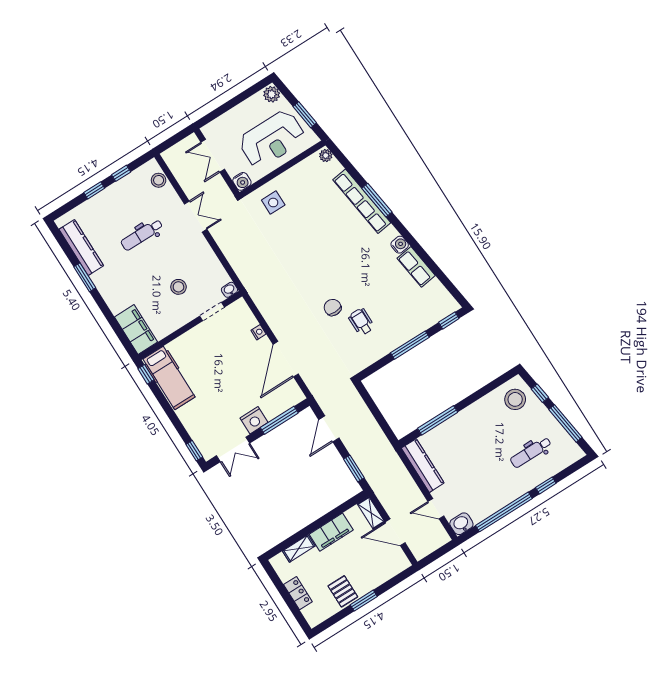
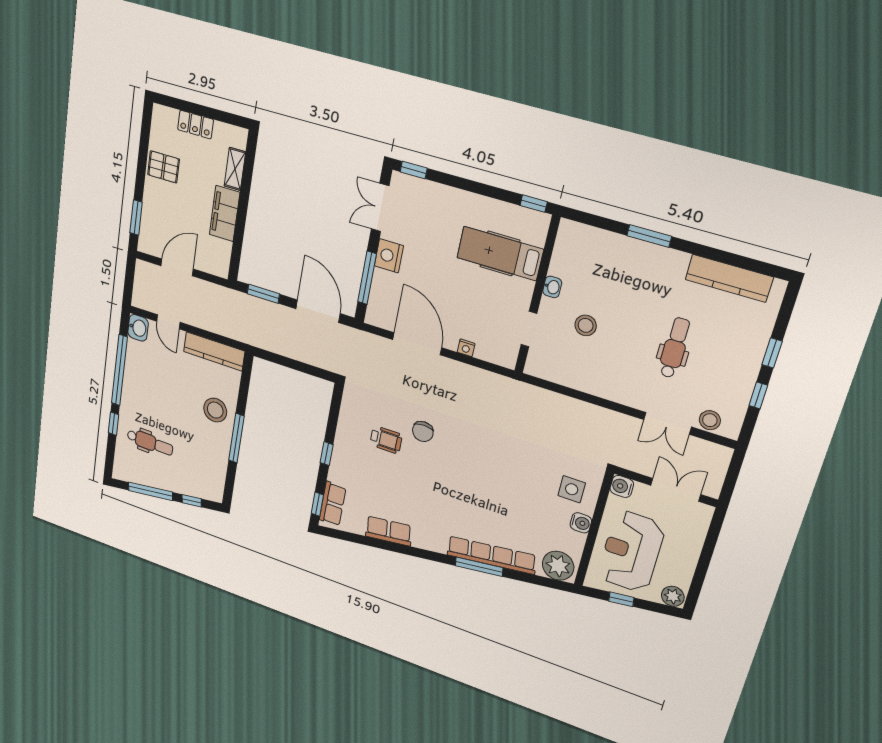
window: (305, 115) -> (621, 599), width x0.67
plant: (326, 156) -> (558, 566), width x1.87, depth x1.87
double door: (196, 217) -> (667, 423), moved
water cooler: (400, 245) -> (581, 523), moved, turned -82
window: (85, 277) -> (649, 236), moved
washbasin: (229, 290) -> (552, 287), moved
chair: (333, 307) -> (423, 432), turned 90
row of seats: (438, 313) -> (333, 504), added
filing cabinet: (136, 330) -> (588, 242), removed
window: (410, 345) -> (327, 454), width x0.46
hospital bed: (169, 378) -> (500, 253), moved
stool: (515, 399) -> (215, 410), moved
window: (438, 420) -> (236, 438), moved
door: (329, 429) -> (318, 311), width x1.36
dental chair: (531, 452) -> (150, 442), turned 91
door: (436, 509) -> (168, 322), swing flipped
shelving: (371, 513) -> (212, 266), removed
window: (364, 601) -> (136, 217), moved

